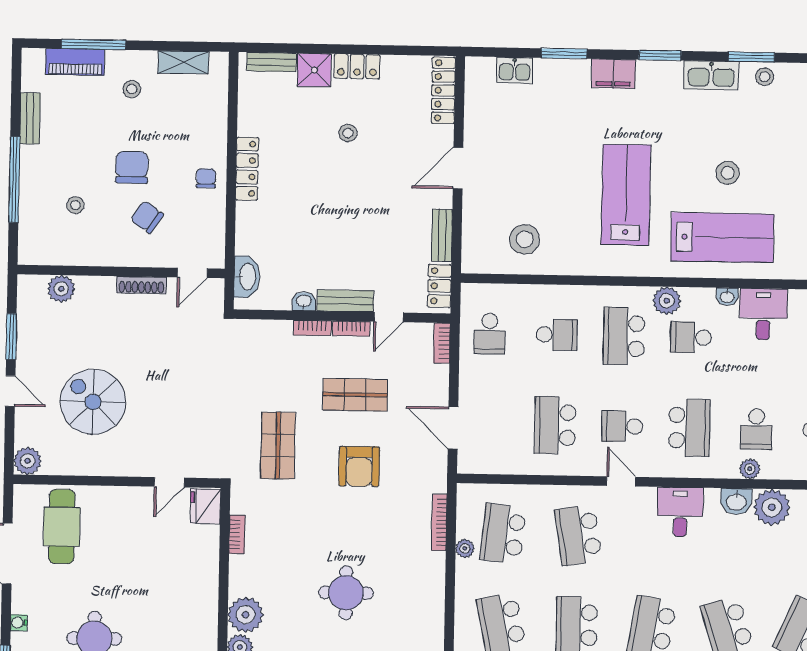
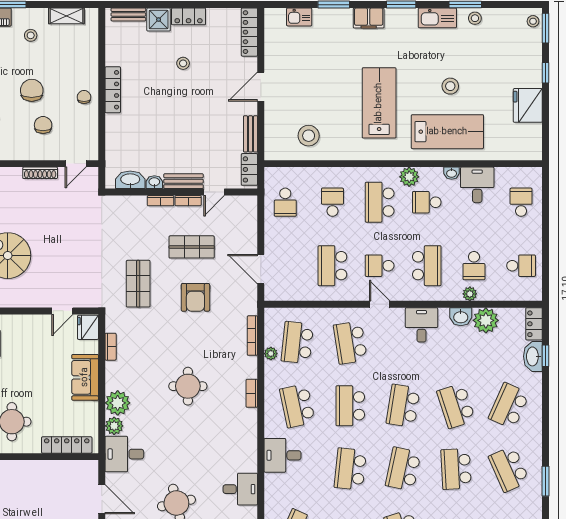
chair: (147, 217) -> (43, 125), turned 55
washbasin: (247, 277) -> (130, 180), moved, turned -90
school desk: (557, 335) -> (332, 202), turned -90
bookcase: (442, 343) -> (252, 393), moved
sofa: (200, 577) -> (85, 377), added

